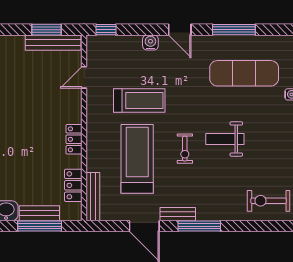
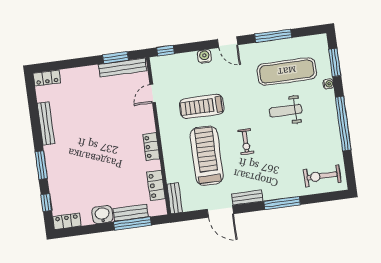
treadmill: (139, 100) -> (202, 106), turned 180
weight bench: (225, 139) -> (286, 111), moved
bench: (93, 197) -> (175, 198), width x0.73
window: (199, 226) -> (282, 203), moved

